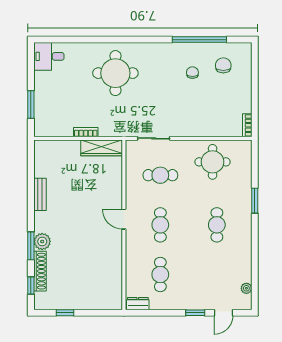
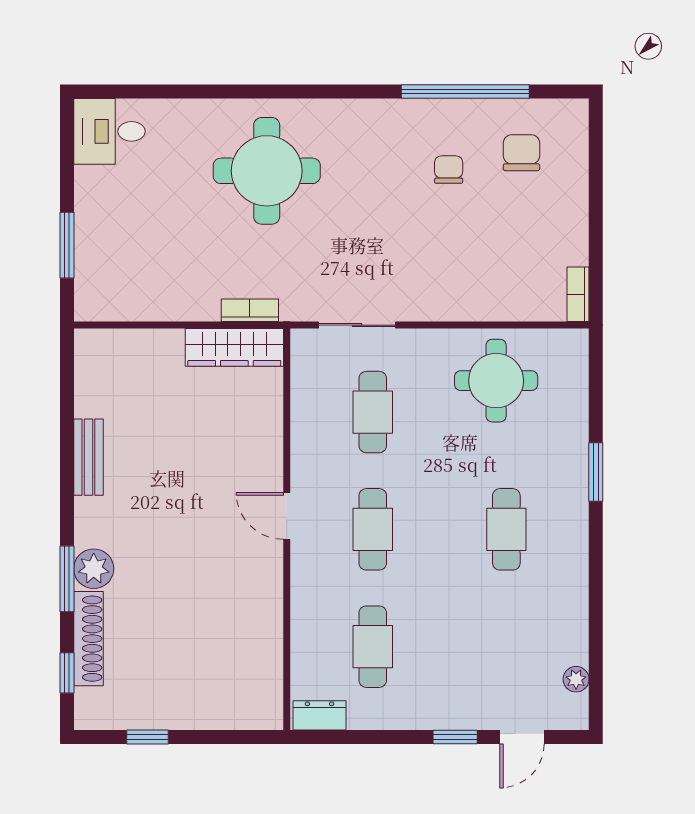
bookcase: (86, 132) -> (250, 310), moved
cafe table: (160, 175) -> (373, 412), turned 90

